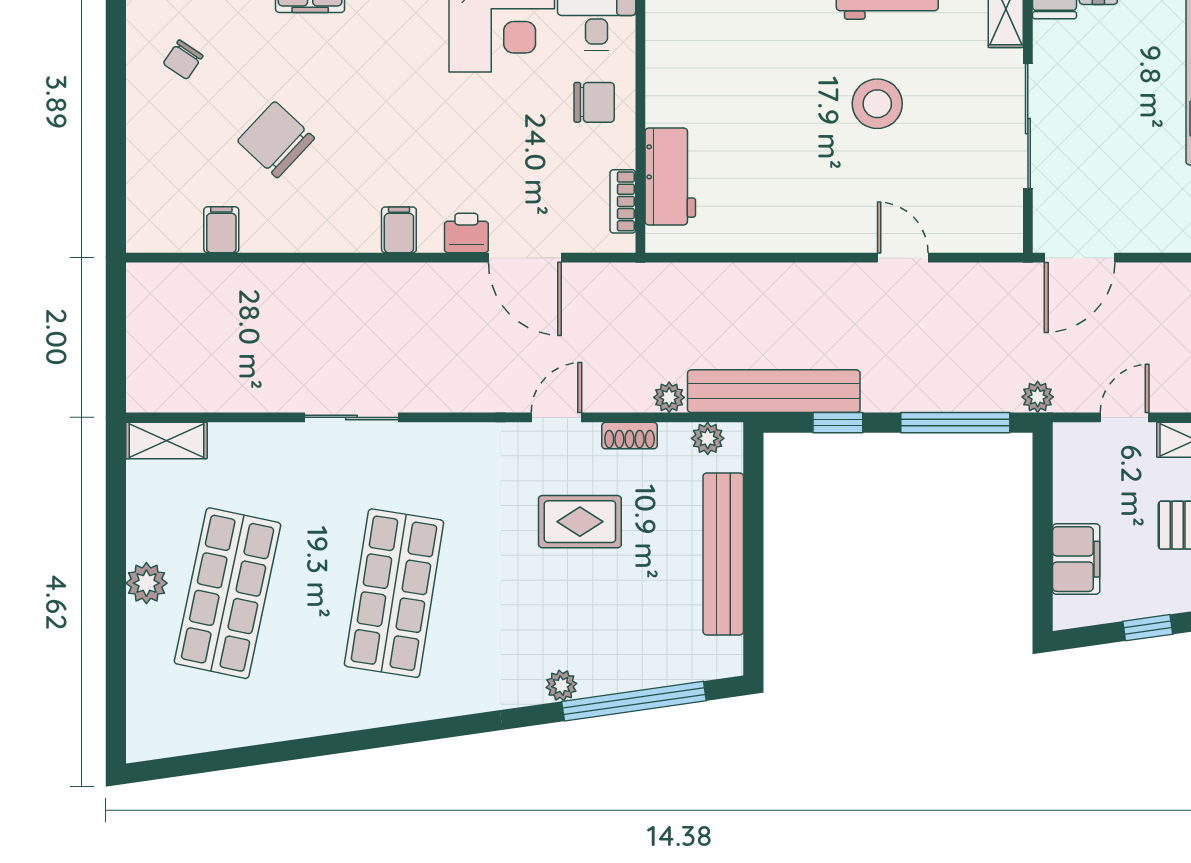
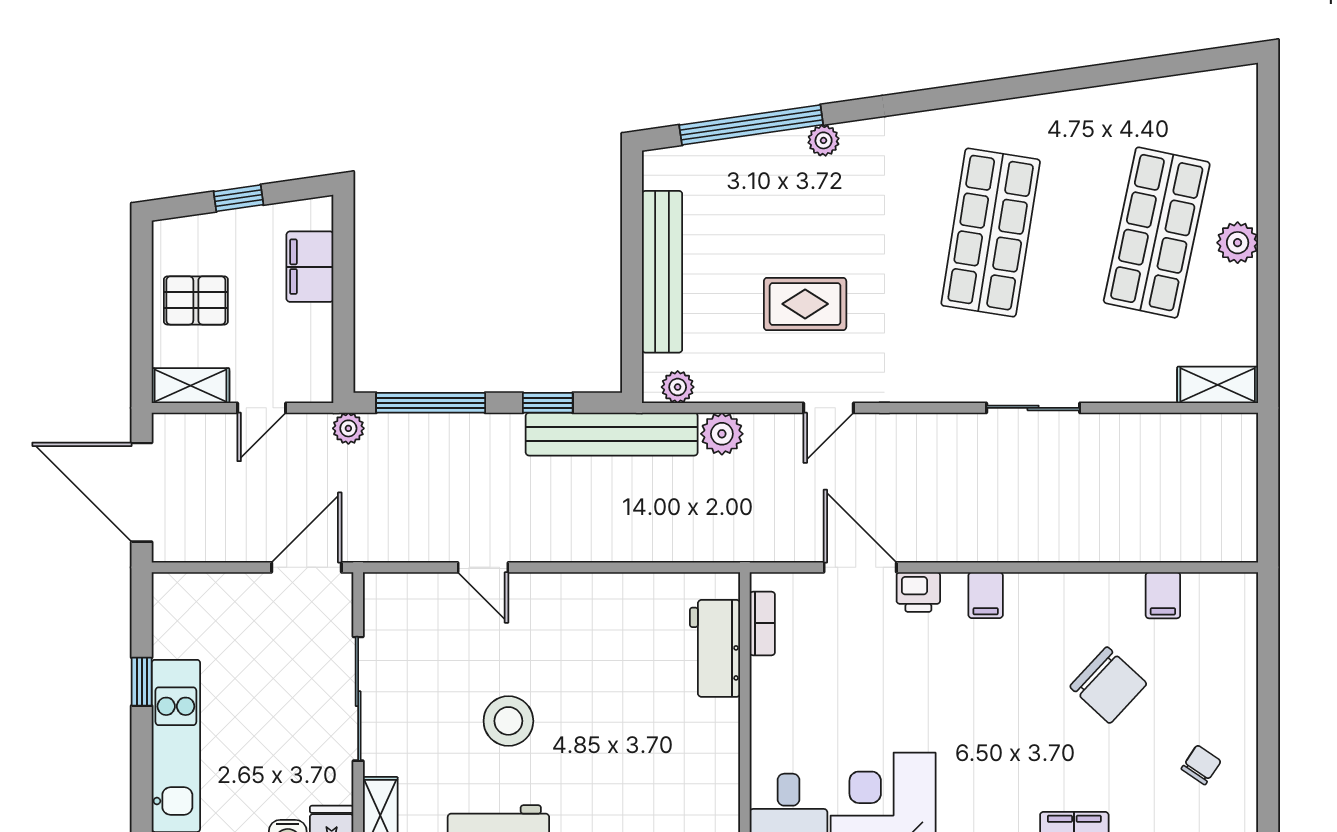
chair: (594, 102) -> (791, 722), removed
plant: (669, 397) -> (722, 434), width x1.38, depth x1.38
shoe rack: (630, 436) -> (756, 390), removed

